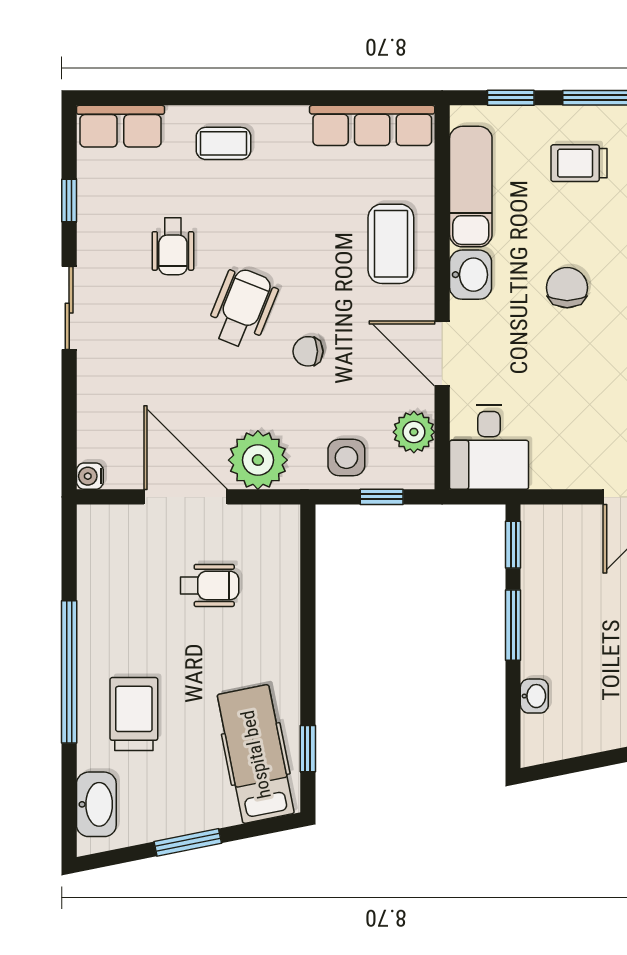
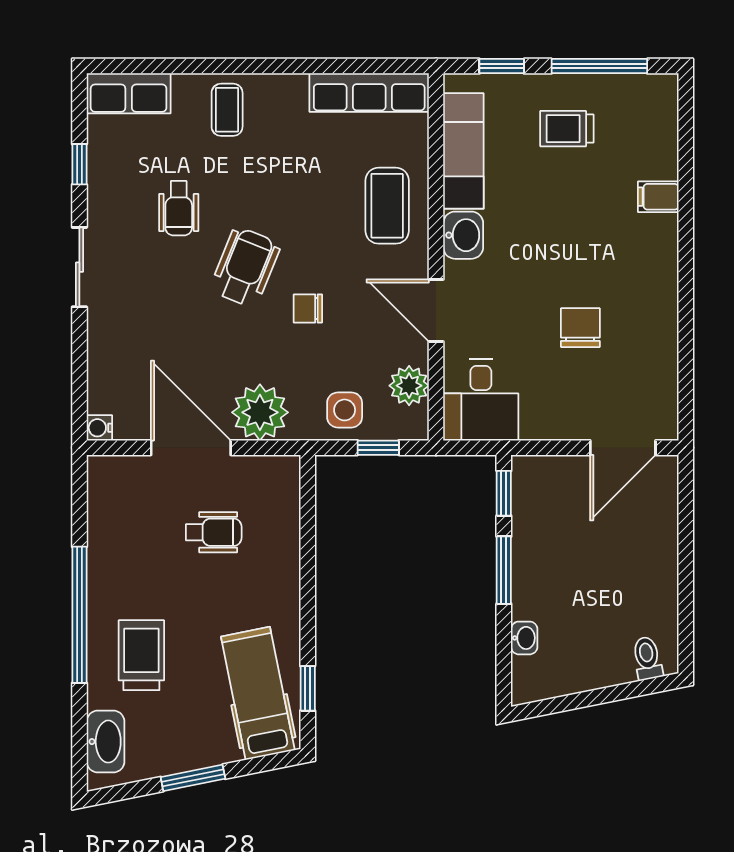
coffee table: (223, 143) -> (227, 110), turned 90
chair: (567, 288) -> (580, 328), moved

